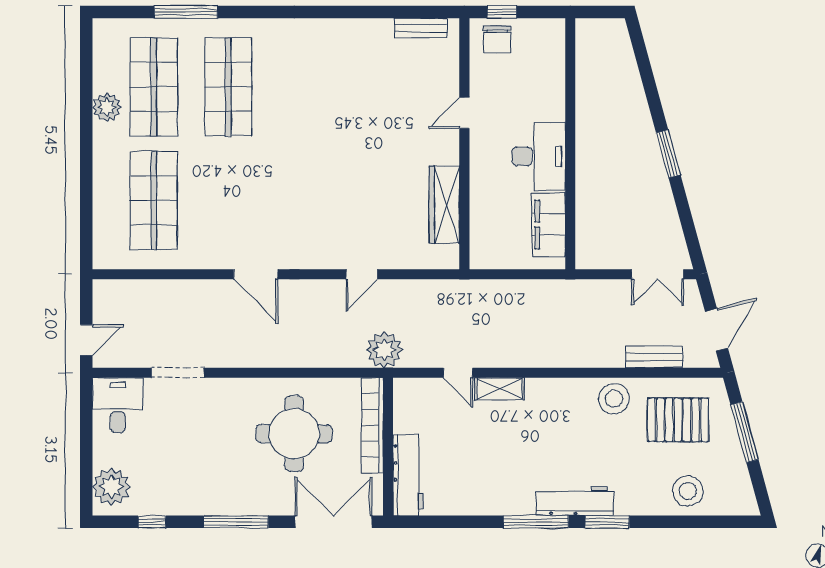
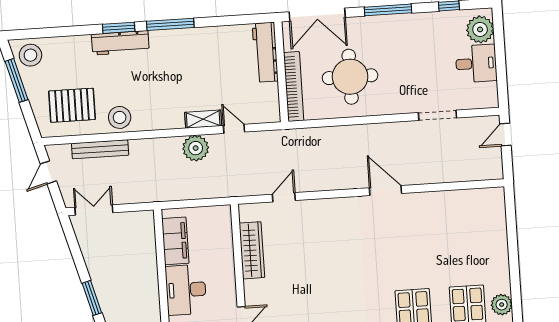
shop shelf: (154, 201) -> (463, 239), removed
door: (362, 274) -> (284, 197), moved
door: (716, 330) -> (48, 172), width x0.73
plant: (384, 350) -> (196, 148), moved
bench: (654, 357) -> (100, 149), width x1.36
desk: (118, 405) -> (476, 63), moved, turned -90
window: (744, 432) -> (17, 80), moved
stool: (688, 491) -> (30, 55), moved
workbench: (575, 501) -> (120, 43), moved

